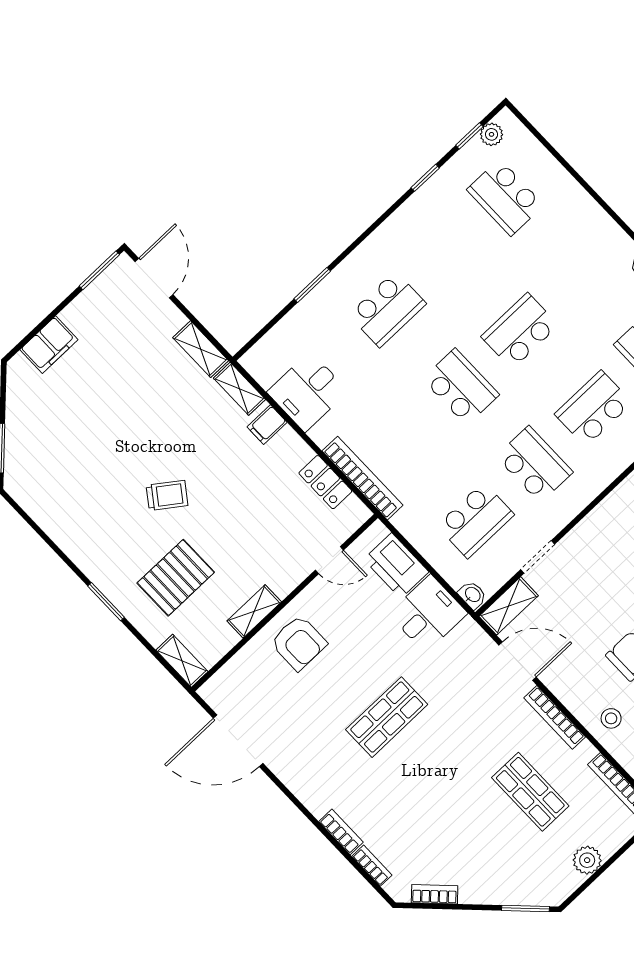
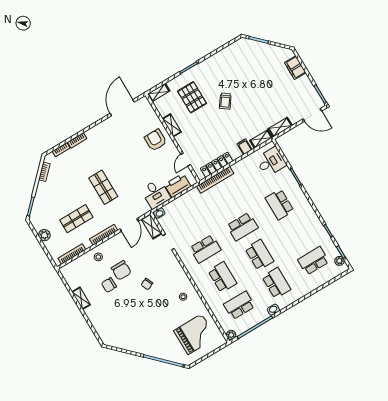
desk: (308, 392) -> (271, 162), moved, turned 90
locker: (325, 482) -> (217, 165), width x1.53
school desk: (475, 520) -> (276, 283), moved, turned 180
armchair: (299, 643) -> (156, 140), turned 90
shop shelf: (387, 717) -> (103, 187), moved

